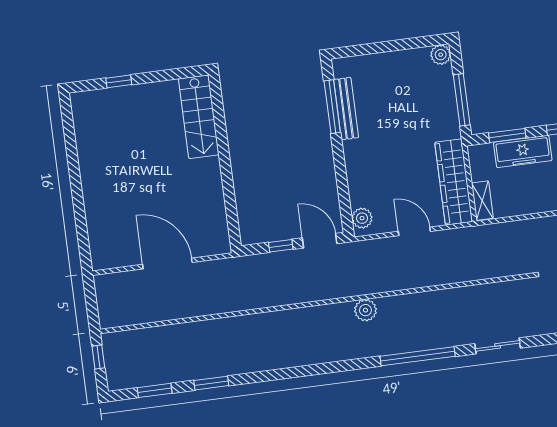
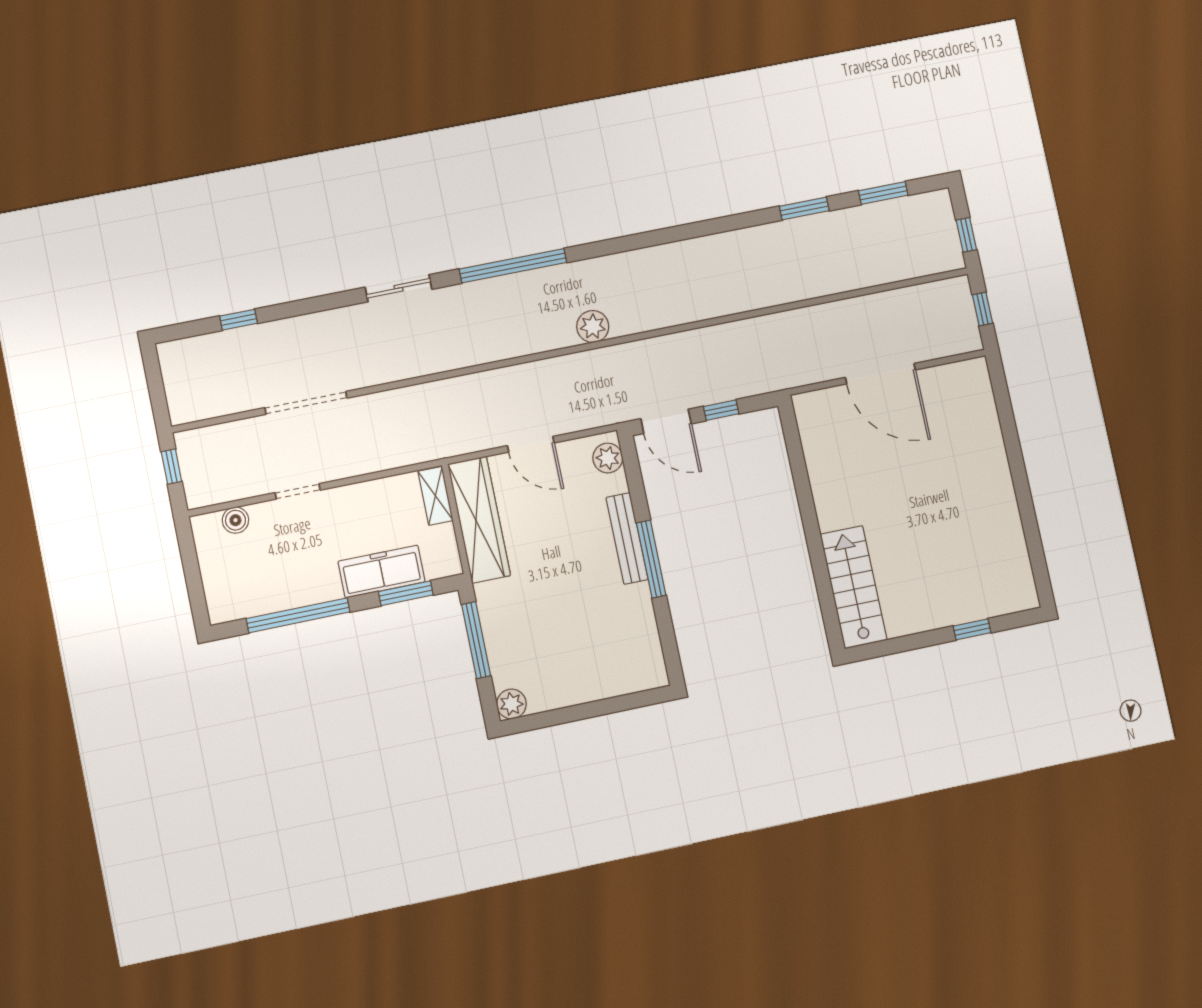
window: (332, 107) -> (651, 559), moved
bench: (346, 109) -> (627, 538), moved
window: (91, 304) -> (983, 309), added

